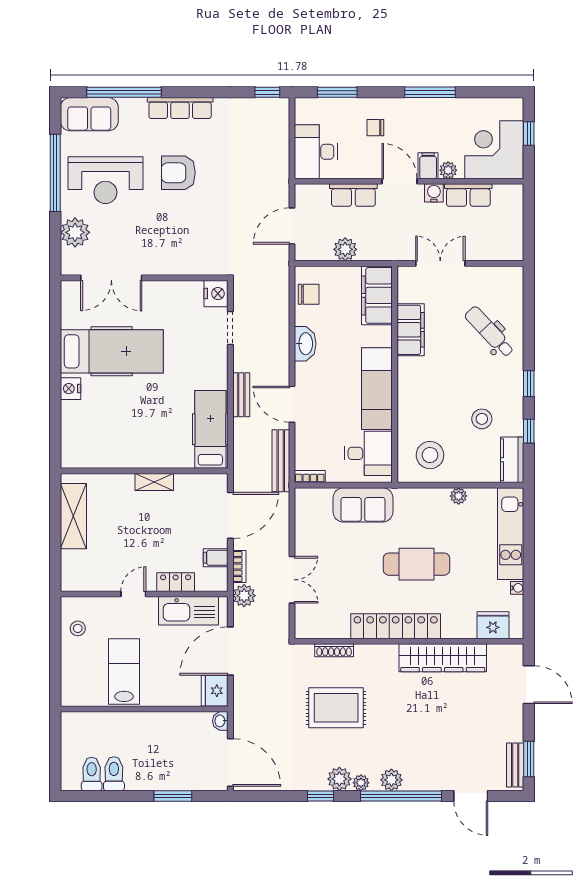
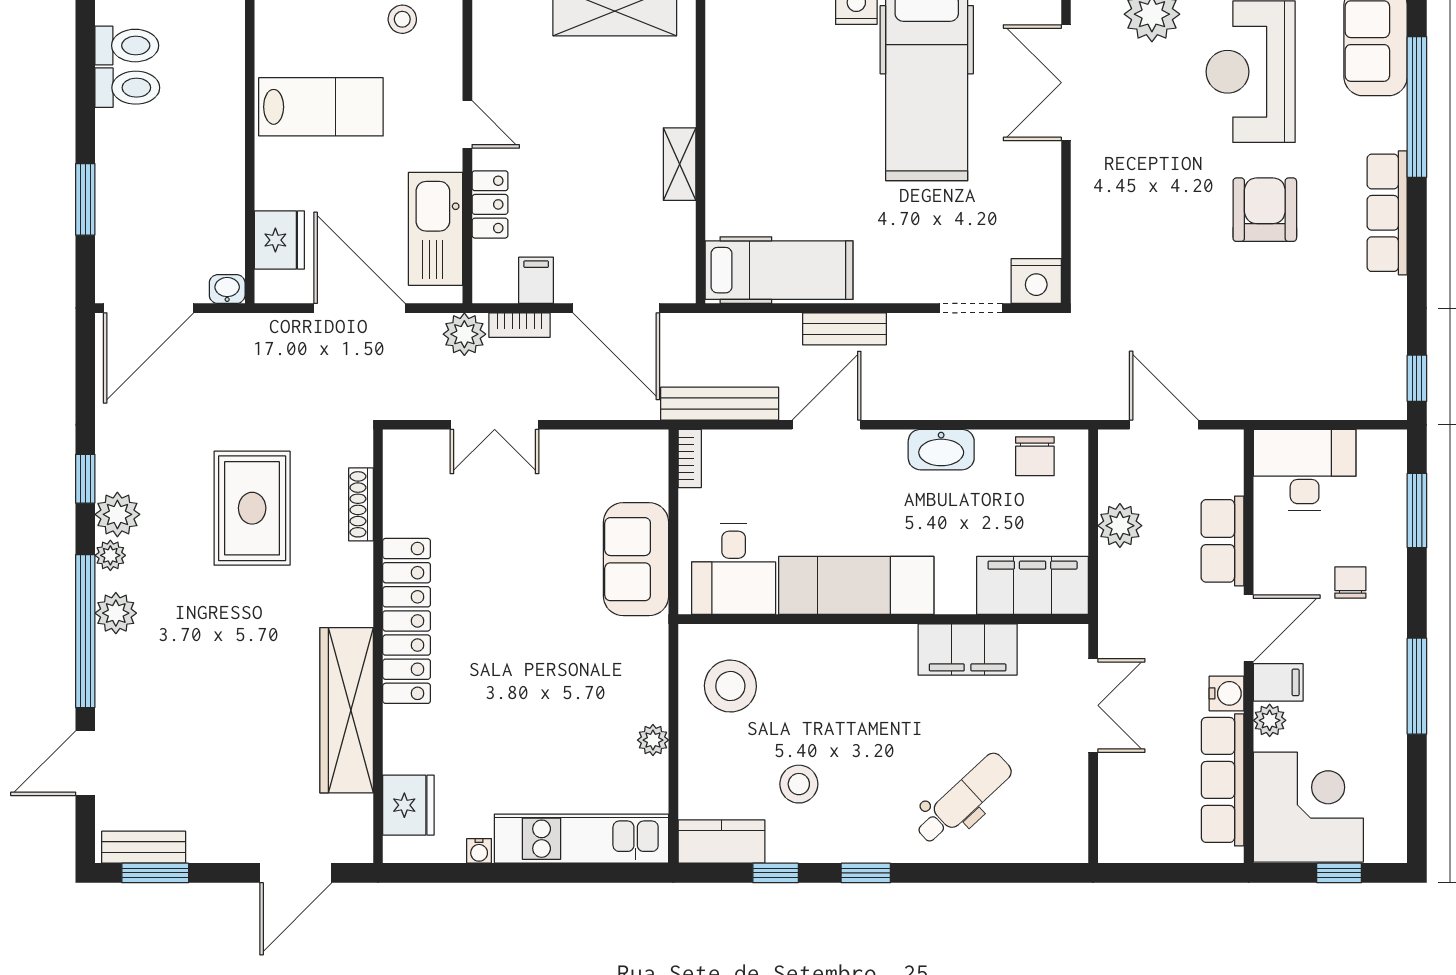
row of seats: (468, 195) -> (1223, 780), width x1.48
cafe table: (417, 564) -> (524, 660), removed
fridge: (215, 691) -> (279, 240), moved, turned 90

